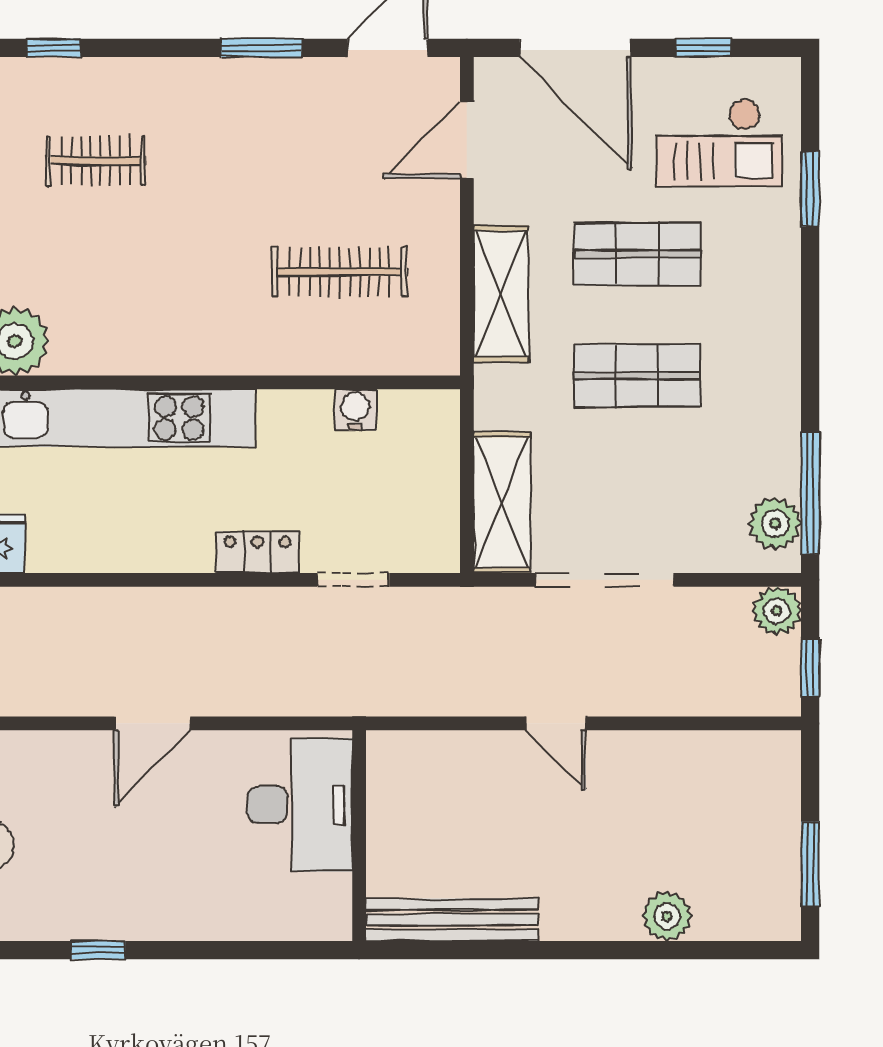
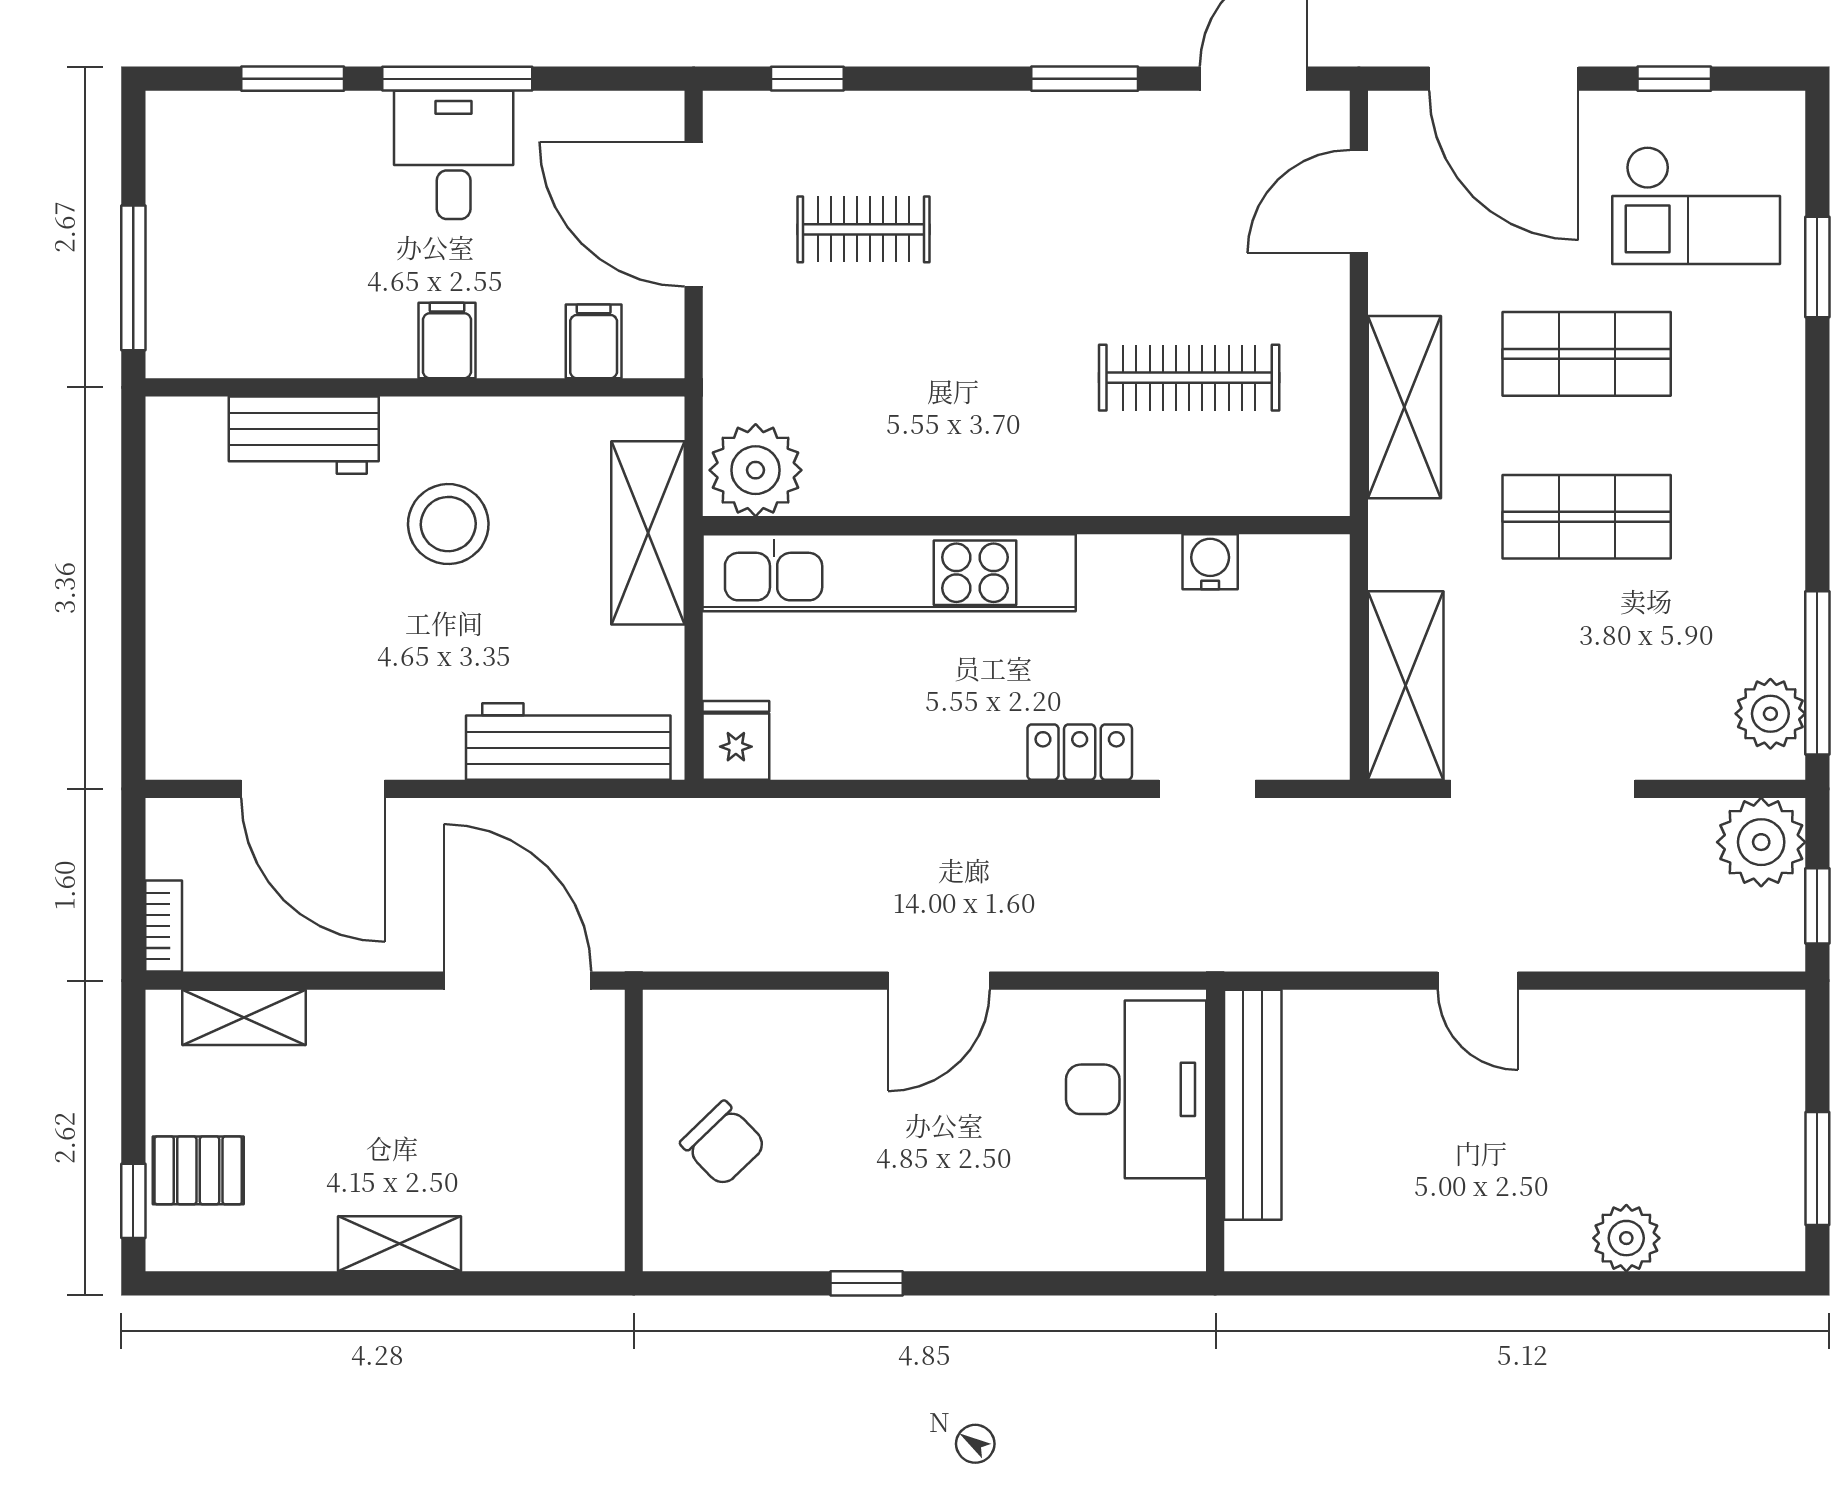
plant: (777, 611) -> (1761, 842), width x1.36, depth x1.36
bench: (452, 920) -> (1253, 1105), moved, turned 90

